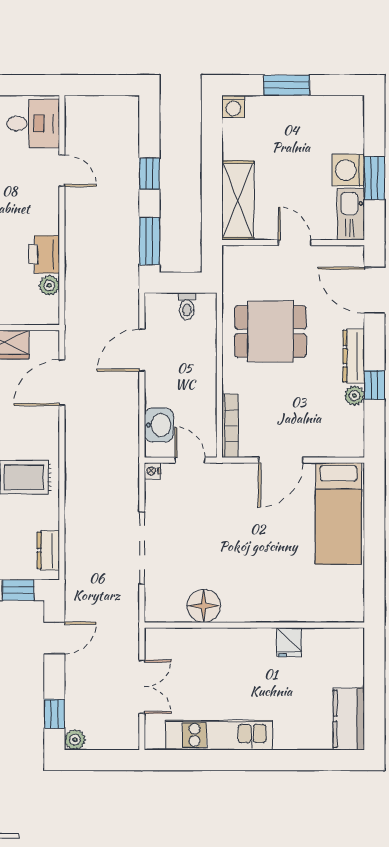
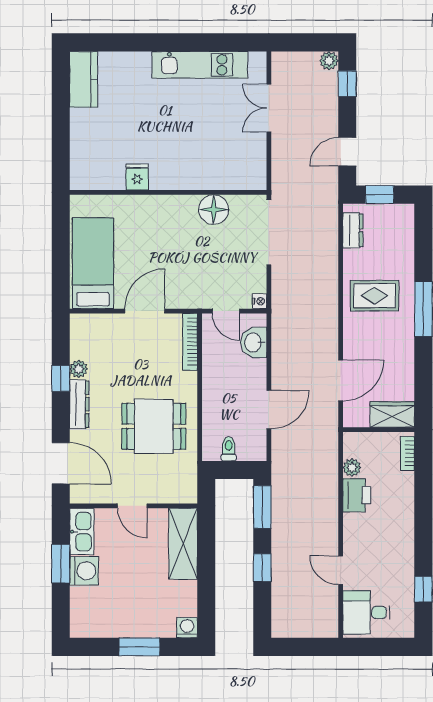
floor lamp: (204, 606) -> (214, 210), moved
wall: (254, 625) -> (168, 192), moved
fridge: (289, 642) -> (137, 177), moved

